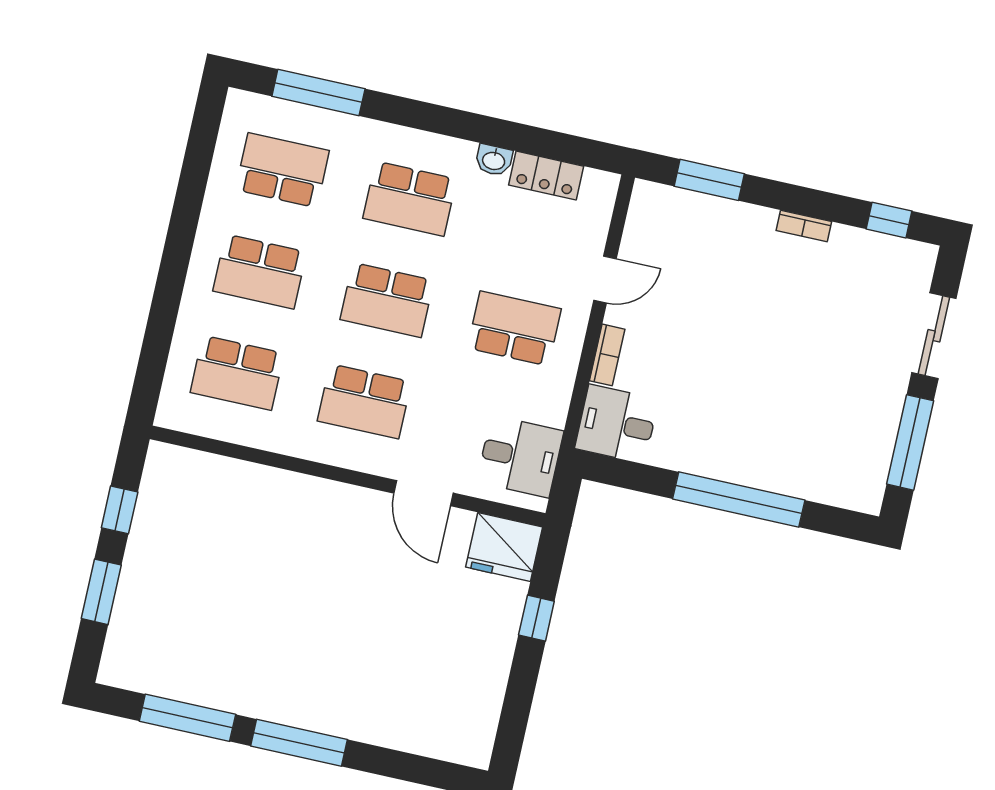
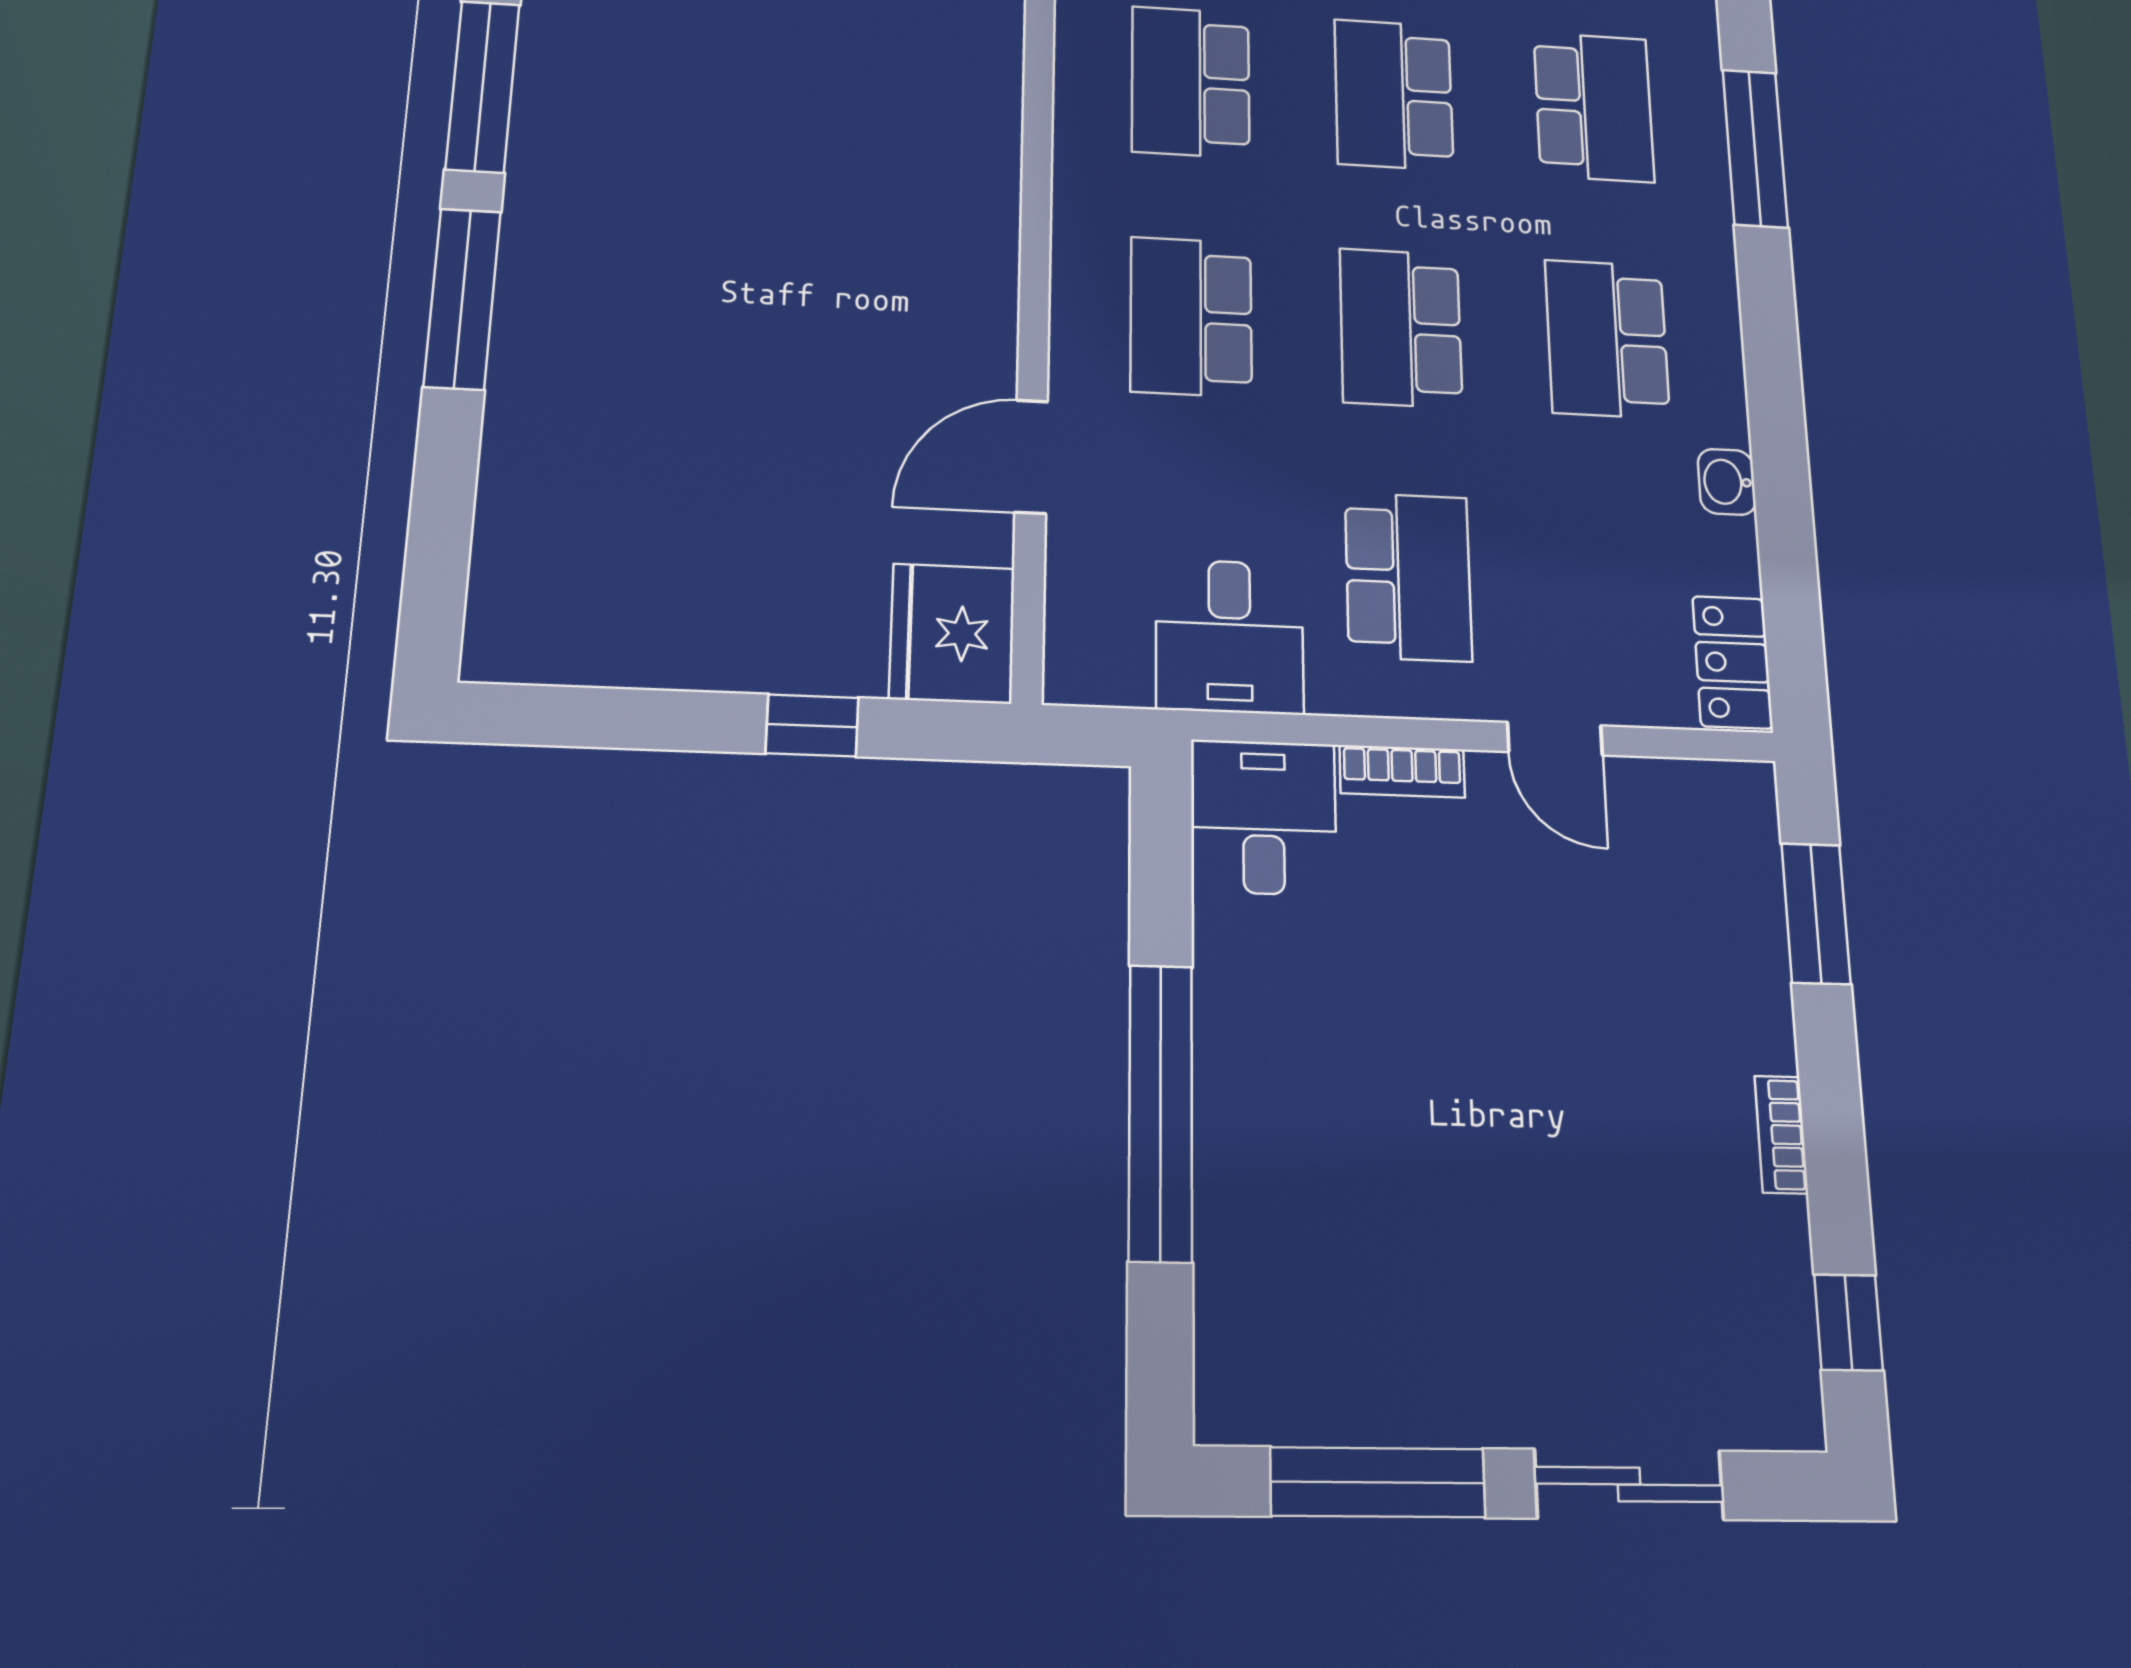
locker: (546, 176) -> (1732, 662), moved
desk: (520, 456) -> (1230, 636), moved

